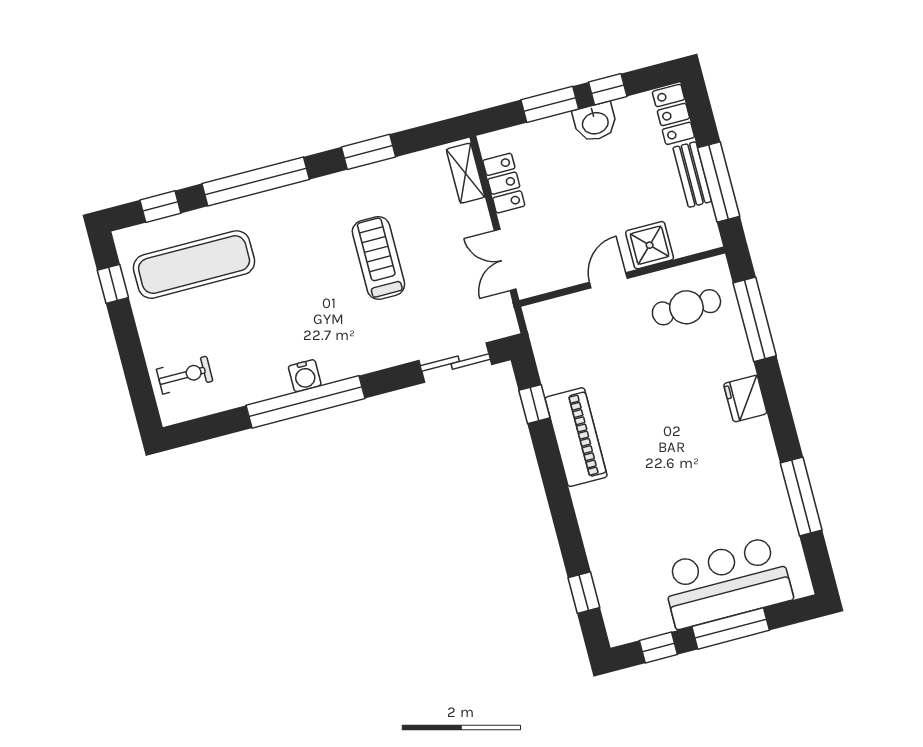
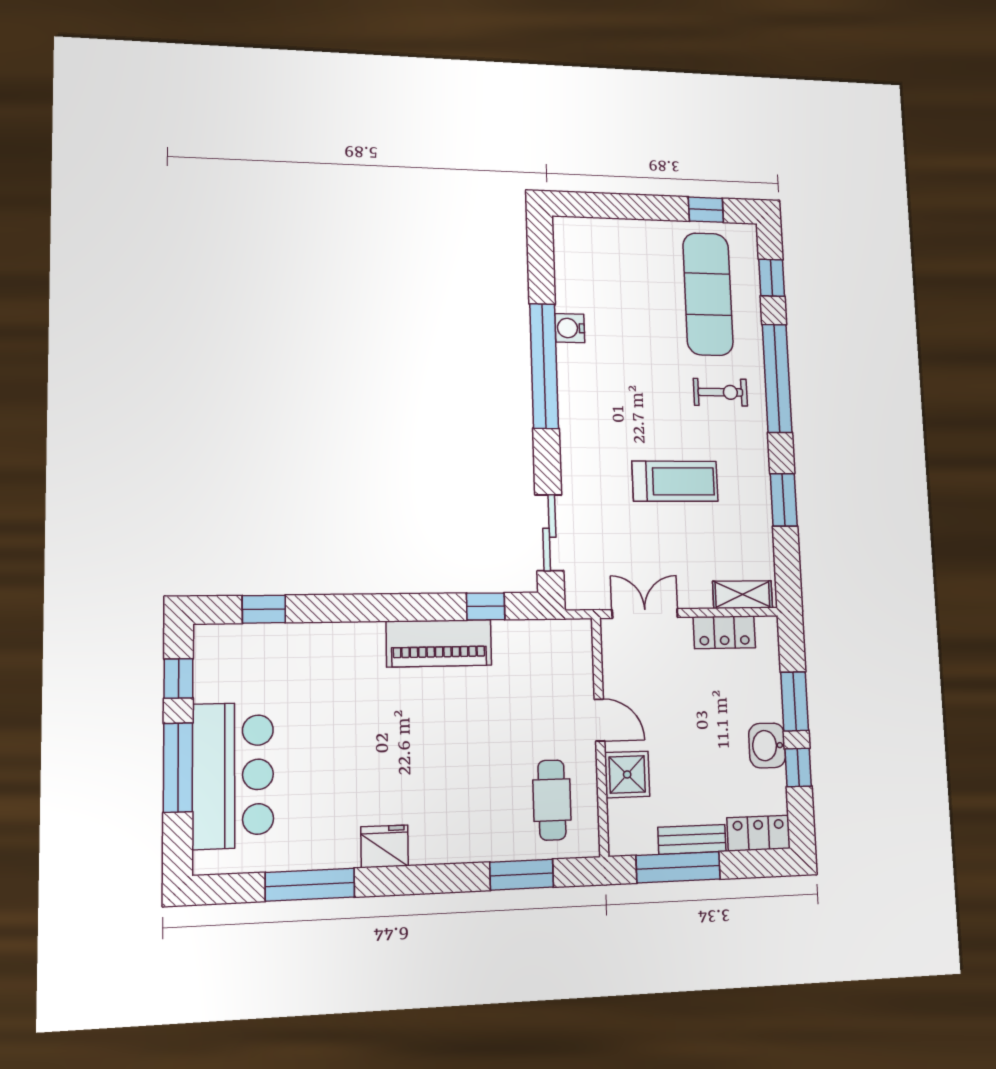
window: (755, 319) -> (522, 875), width x0.69
exercise bike: (185, 375) -> (720, 392), moved, turned -90
water cooler: (305, 376) -> (570, 328), moved
fridge: (745, 399) -> (385, 846), moved

